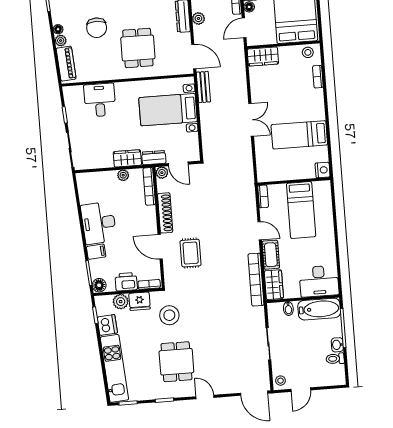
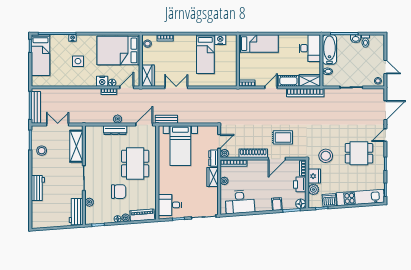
door: (244, 28) -> (127, 87), swing flipped
dining table: (138, 48) -> (135, 164), width x1.38
desk: (100, 100) -> (170, 205), moved
double door: (251, 120) -> (176, 87), moved
nightstand: (323, 170) -> (220, 40), moved
bed: (301, 210) -> (259, 44), moved
desk: (99, 223) -> (240, 202), moved
door: (254, 393) -> (385, 110), moved

